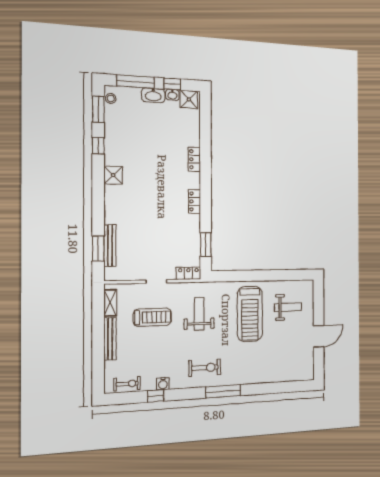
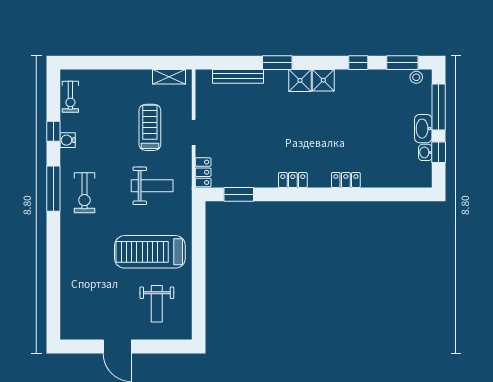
shower: (189, 99) -> (300, 80), moved
window: (98, 249) -> (277, 63), moved
treadmill: (152, 317) -> (150, 127), turned 180
bench: (110, 339) -> (126, 76), removed
window: (223, 391) -> (53, 189), moved

